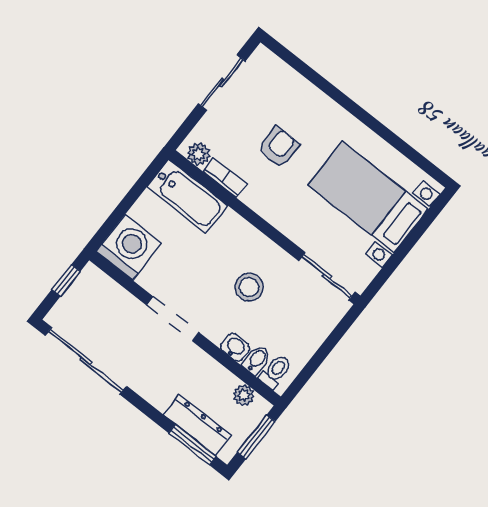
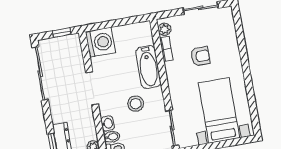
bathtub: (187, 196) -> (148, 67), moved

